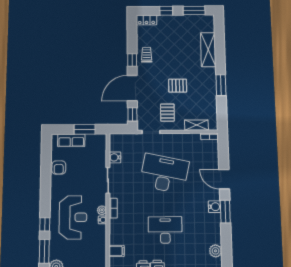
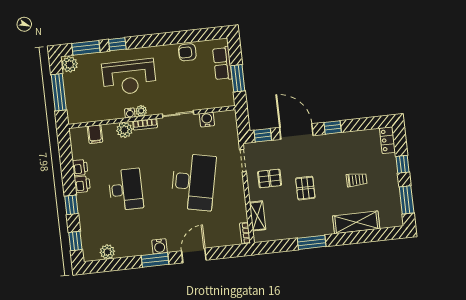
trolley: (147, 55) -> (357, 180), moved
plant: (116, 226) -> (124, 130), added

